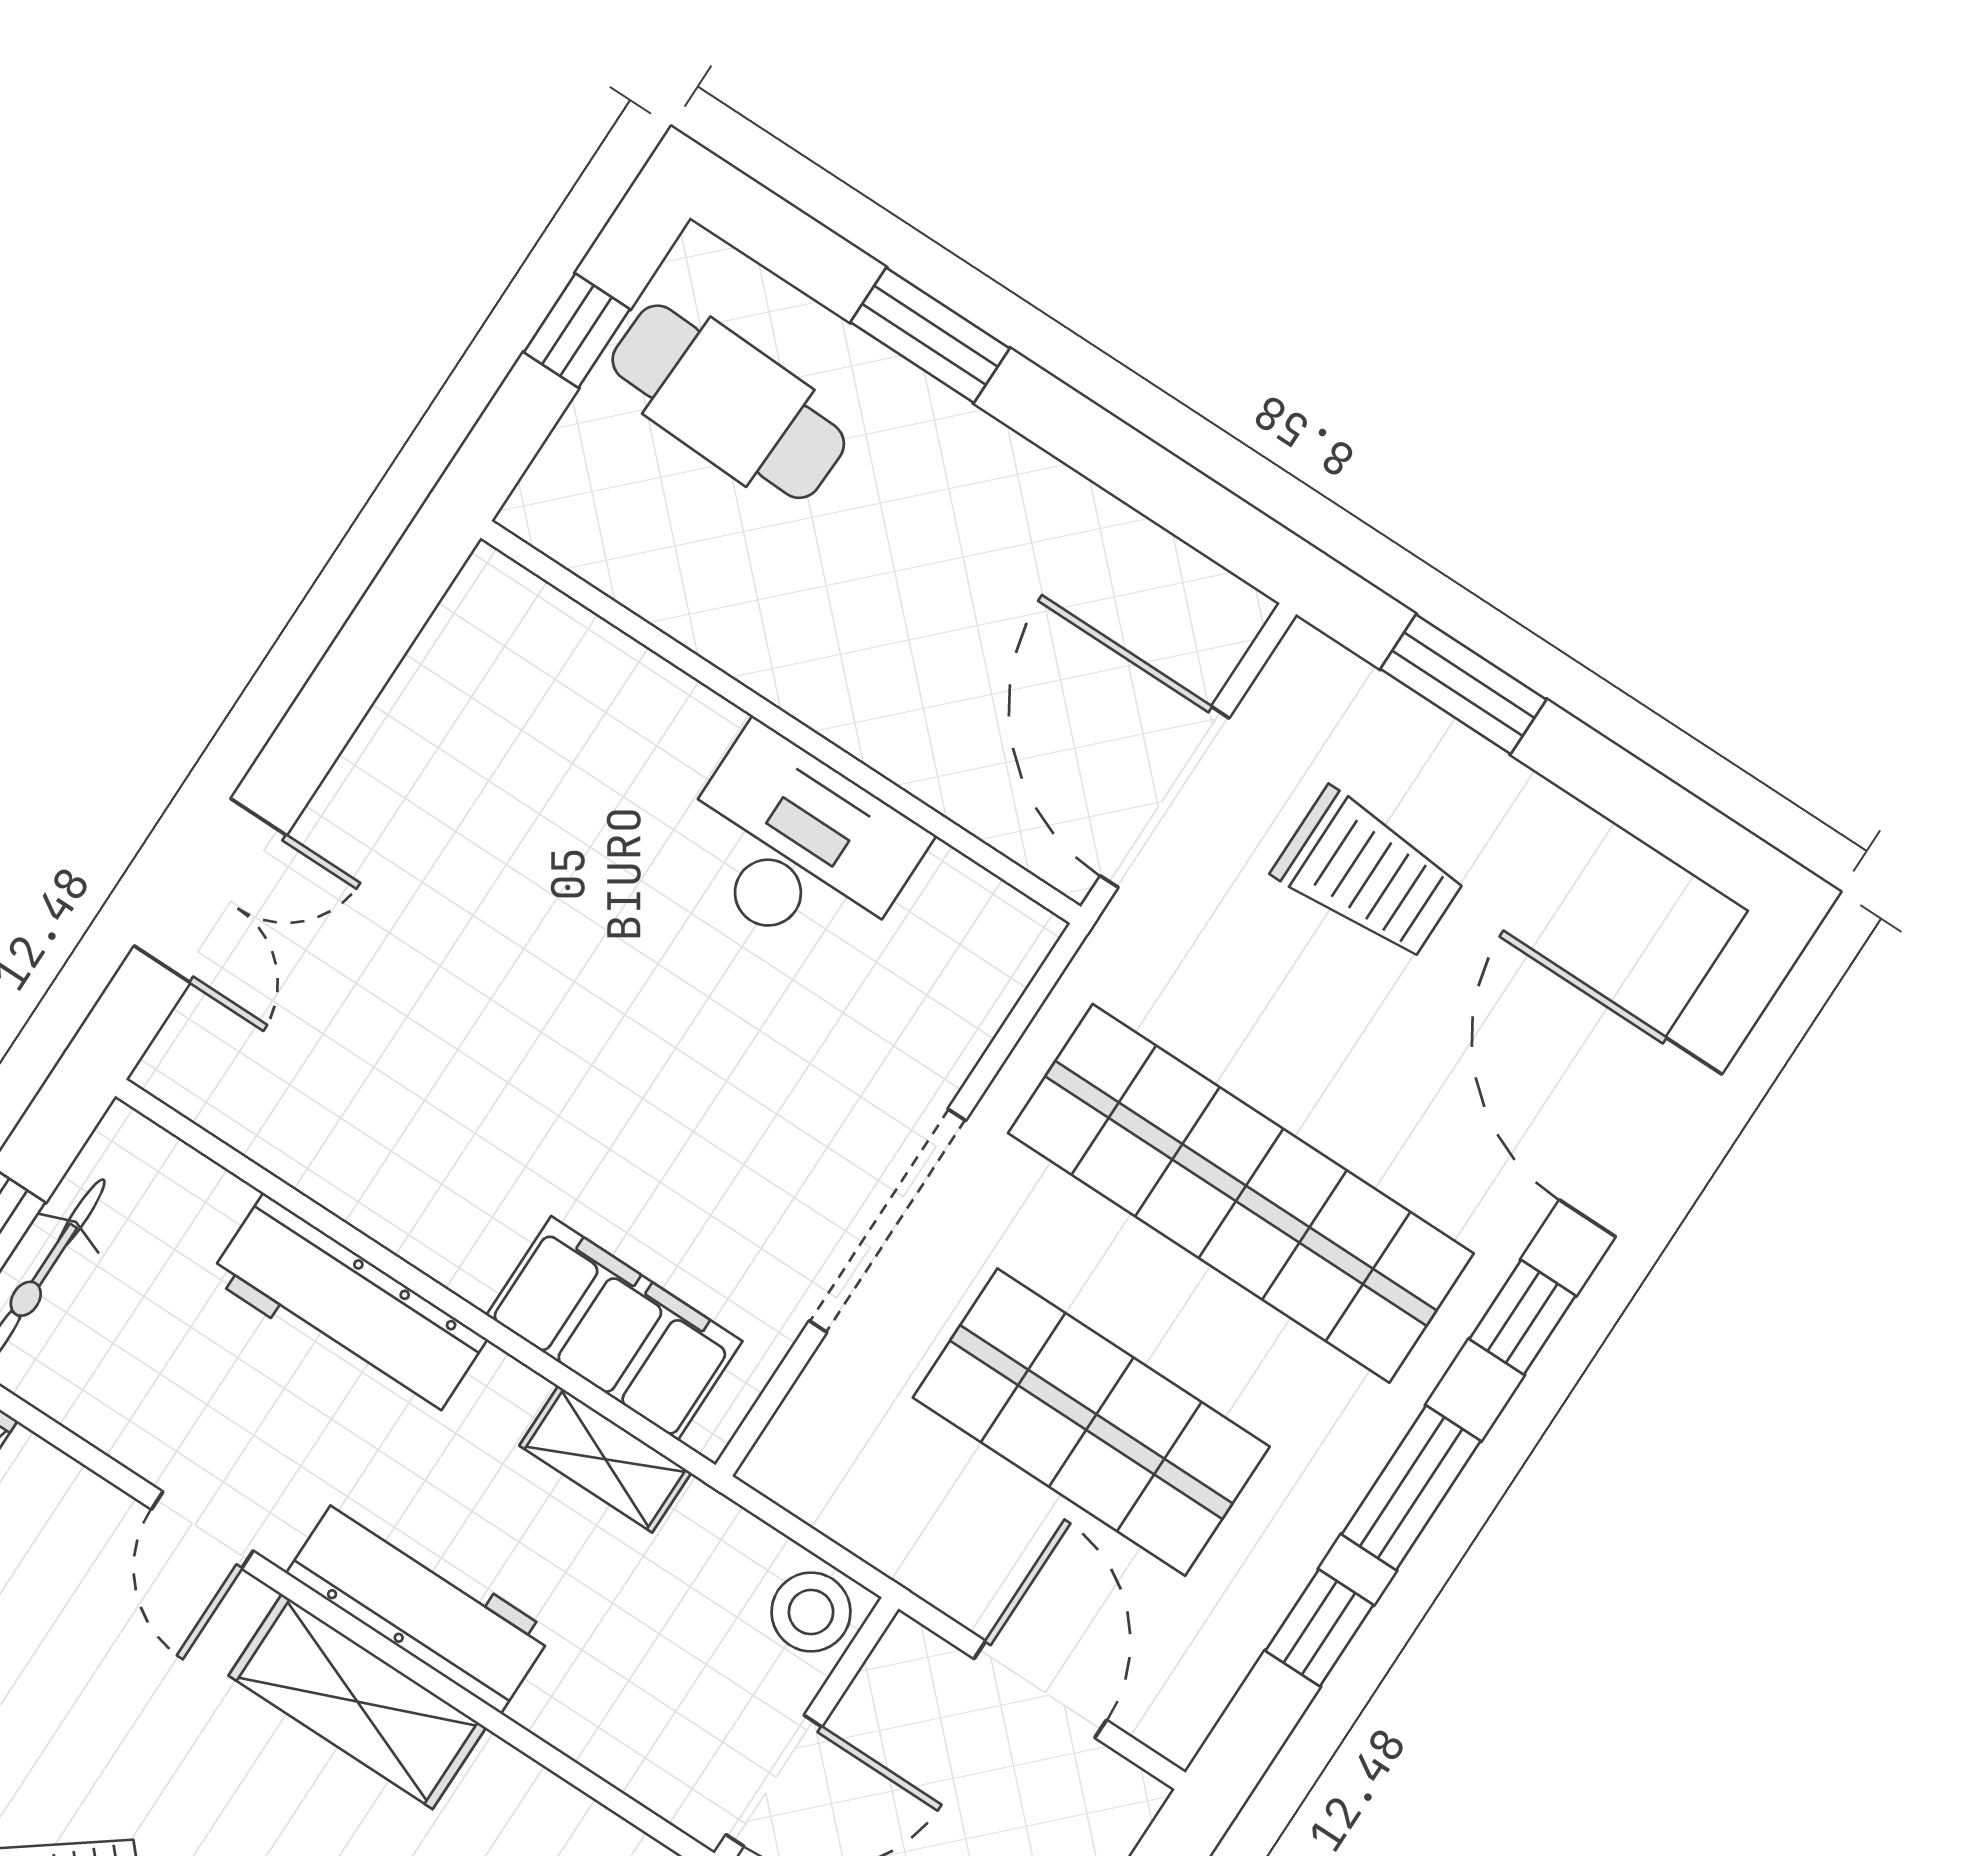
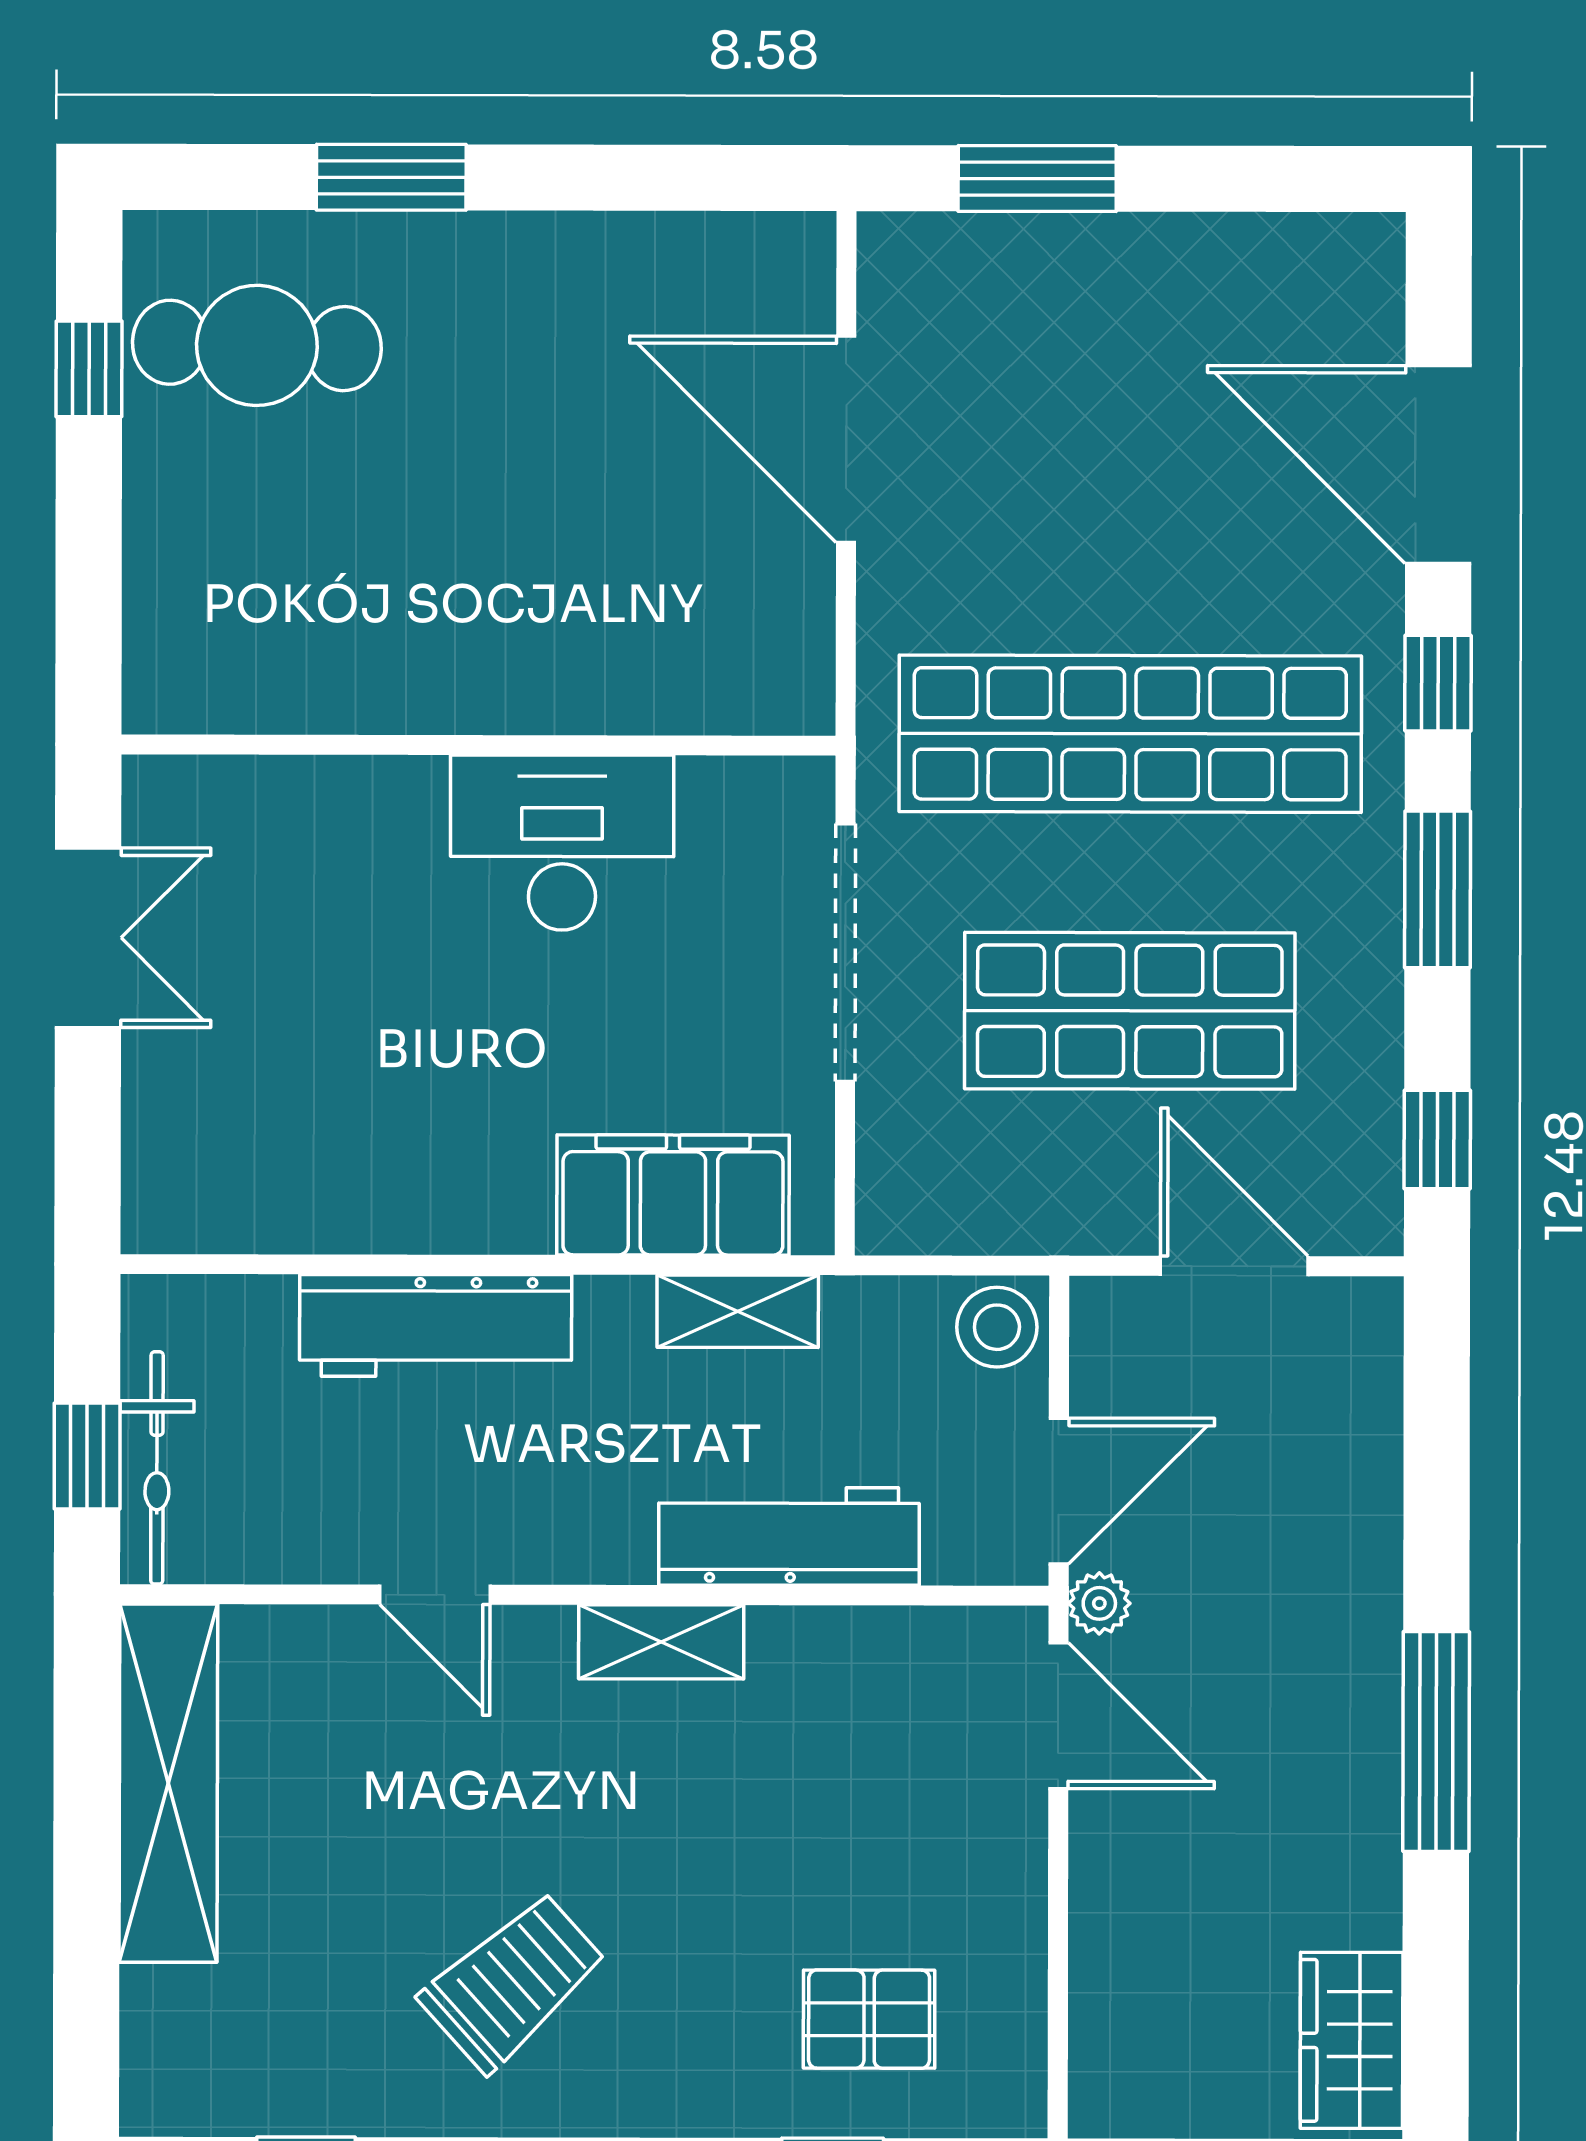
wall: (781, 722) -> (479, 745), moved
desk: (797, 848) -> (562, 843), moved
trolley: (1369, 874) -> (1062, 392), removed
double door: (210, 891) -> (88, 938), moved
workbench: (420, 1603) -> (789, 1536), moved
window: (1319, 1628) -> (1437, 1139), moved
shelving: (357, 1702) -> (661, 1642), width x0.67, depth x0.75

